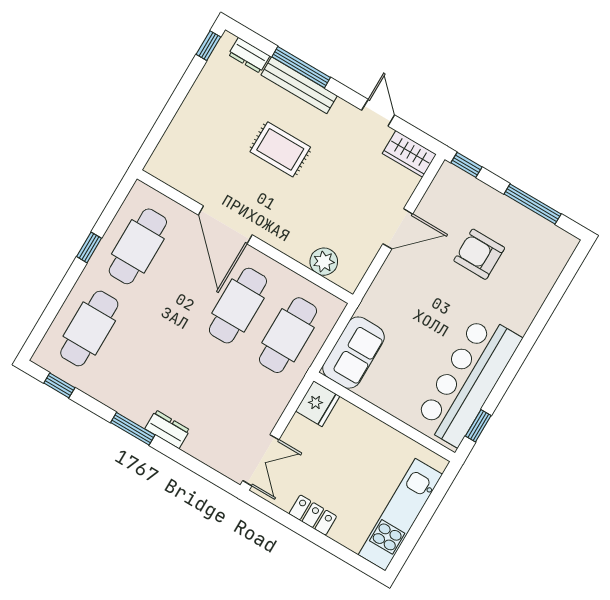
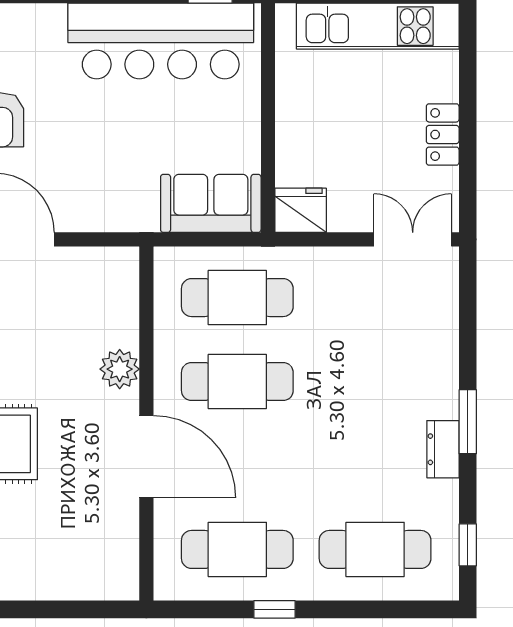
door: (225, 225) -> (146, 457), hinge flipped
plant: (324, 262) -> (120, 369), moved
dresser: (167, 429) -> (443, 449), moved

